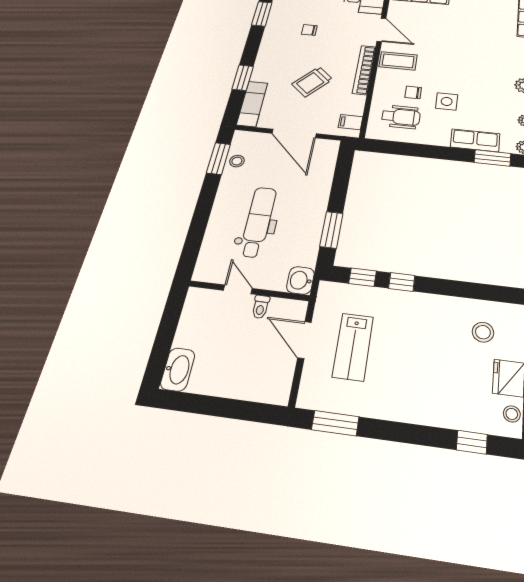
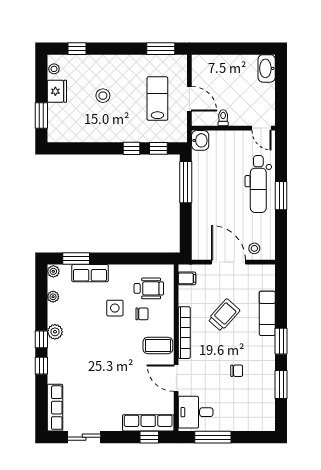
window: (243, 78) -> (281, 341), moved
exam couch: (252, 104) -> (267, 313), moved
wheelchair: (401, 117) -> (149, 288), turned 180
window: (218, 159) -> (281, 196), moved
stool: (237, 161) -> (254, 248), moved
dental chair: (258, 222) -> (258, 184), moved
window: (331, 230) -> (186, 182), width x1.44
door: (238, 289) -> (262, 128), moved
stool: (483, 332) -> (103, 96), moved

